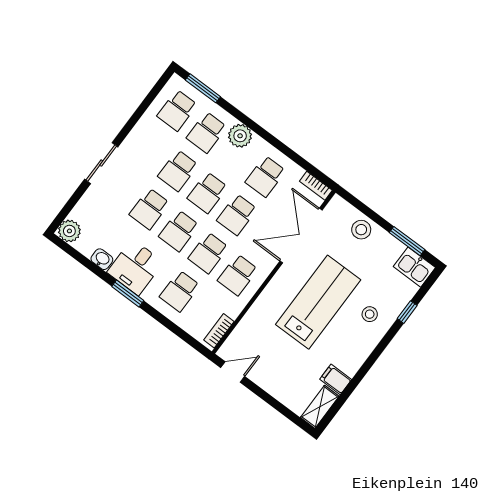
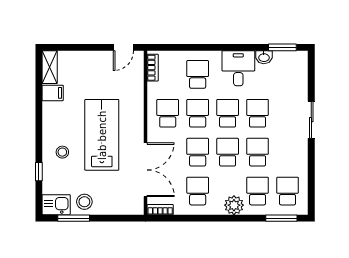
stool: (361, 230) -> (84, 202), moved
plant: (69, 231) -> (299, 60), removed
window: (128, 293) -> (282, 47), moved
lab bench: (318, 302) -> (102, 135), turned 180

